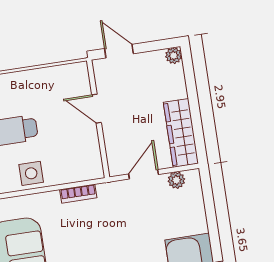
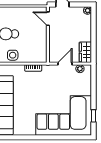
door: (97, 109) -> (48, 19), moved
wardrobe: (181, 133) -> (85, 52), width x0.67

